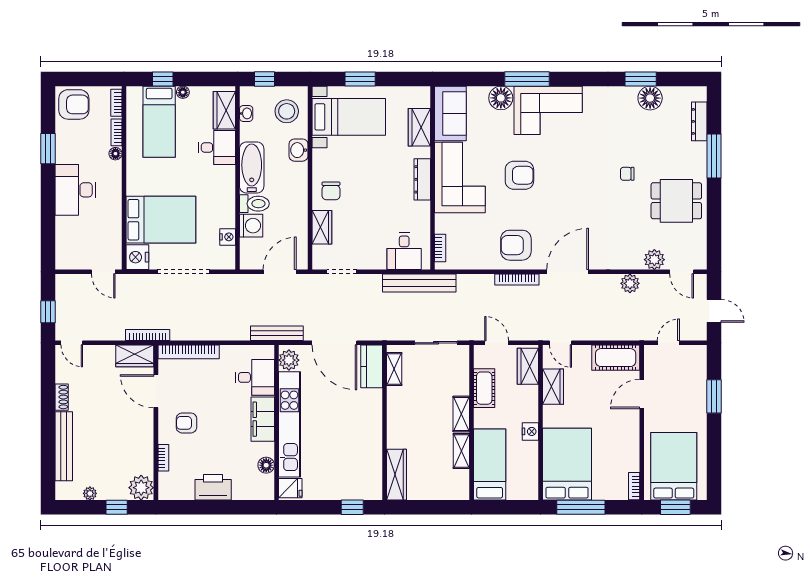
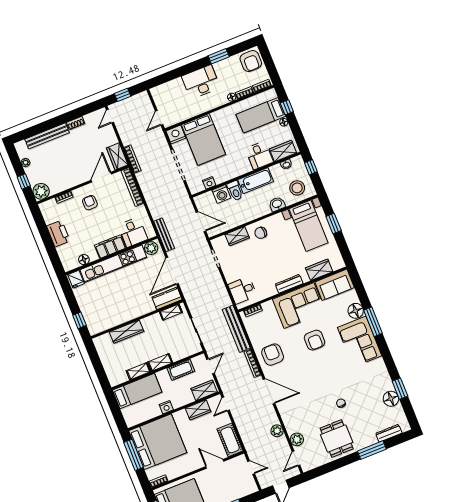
bench: (419, 283) -> (236, 329), moved
bed: (567, 464) -> (158, 442), width x1.36
wardrobe: (397, 475) -> (127, 332), moved

